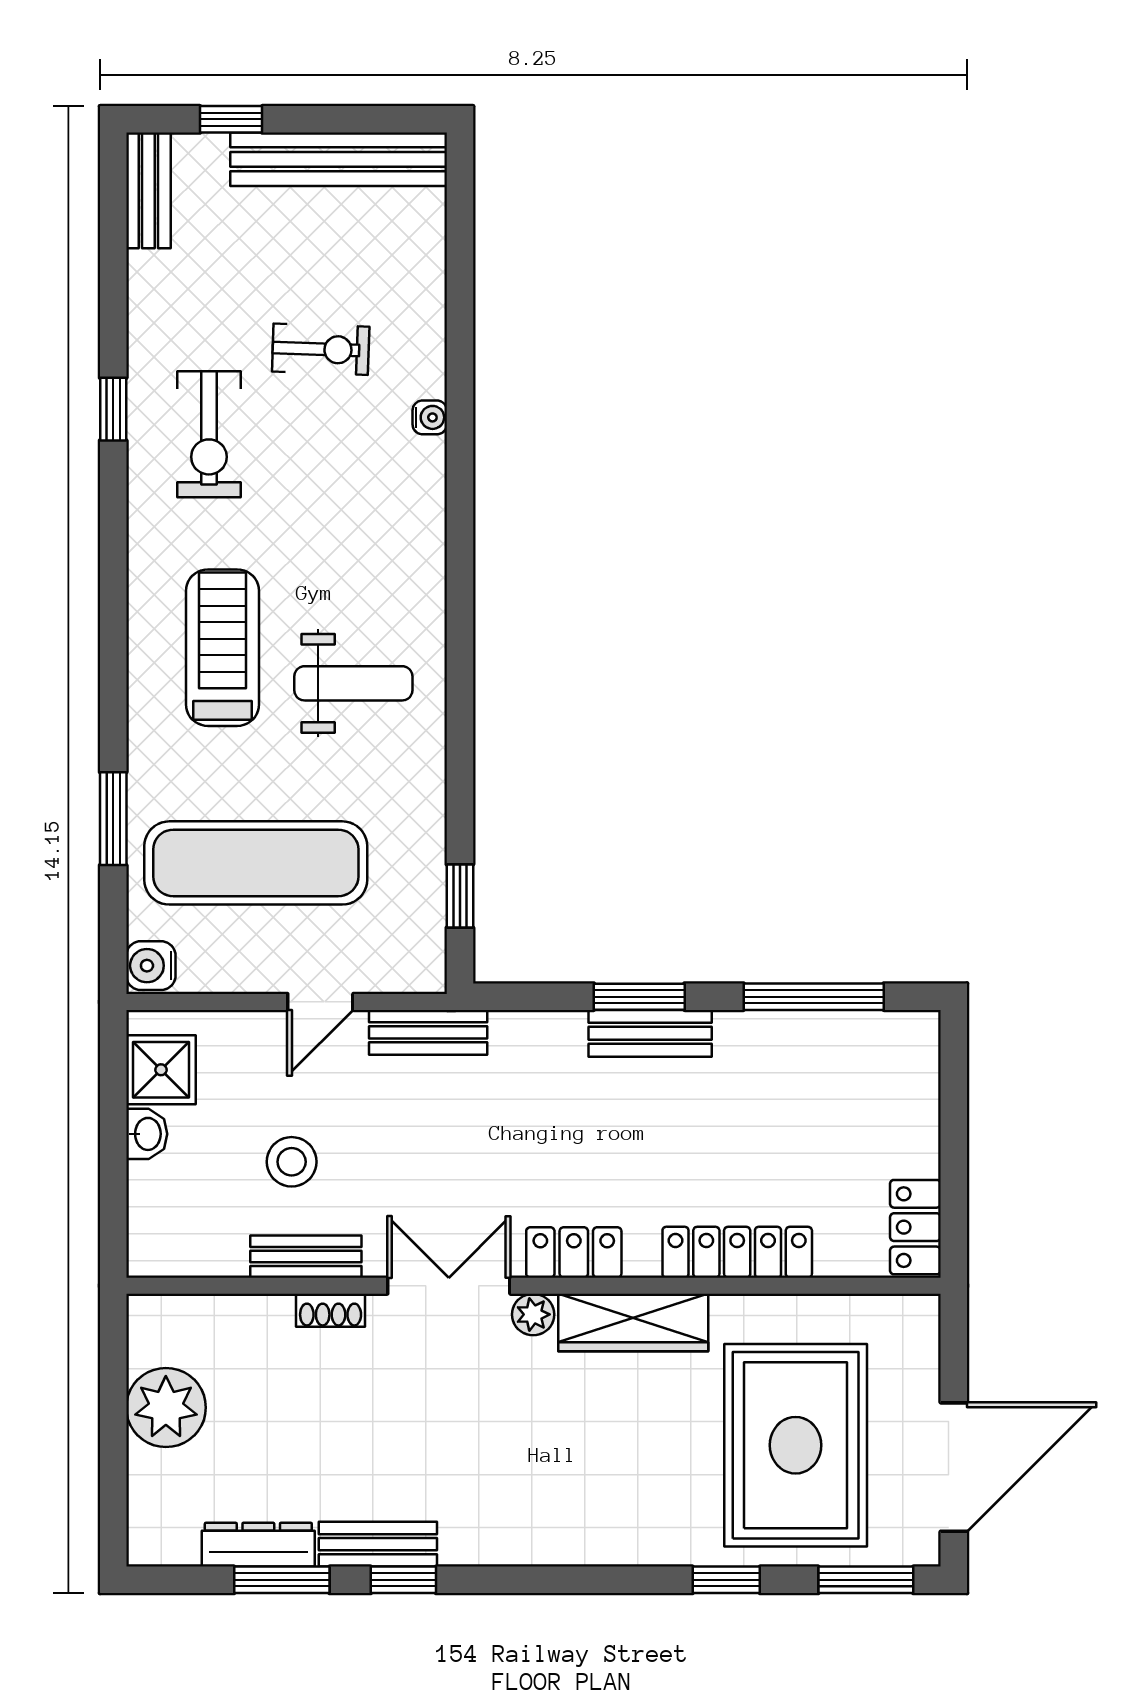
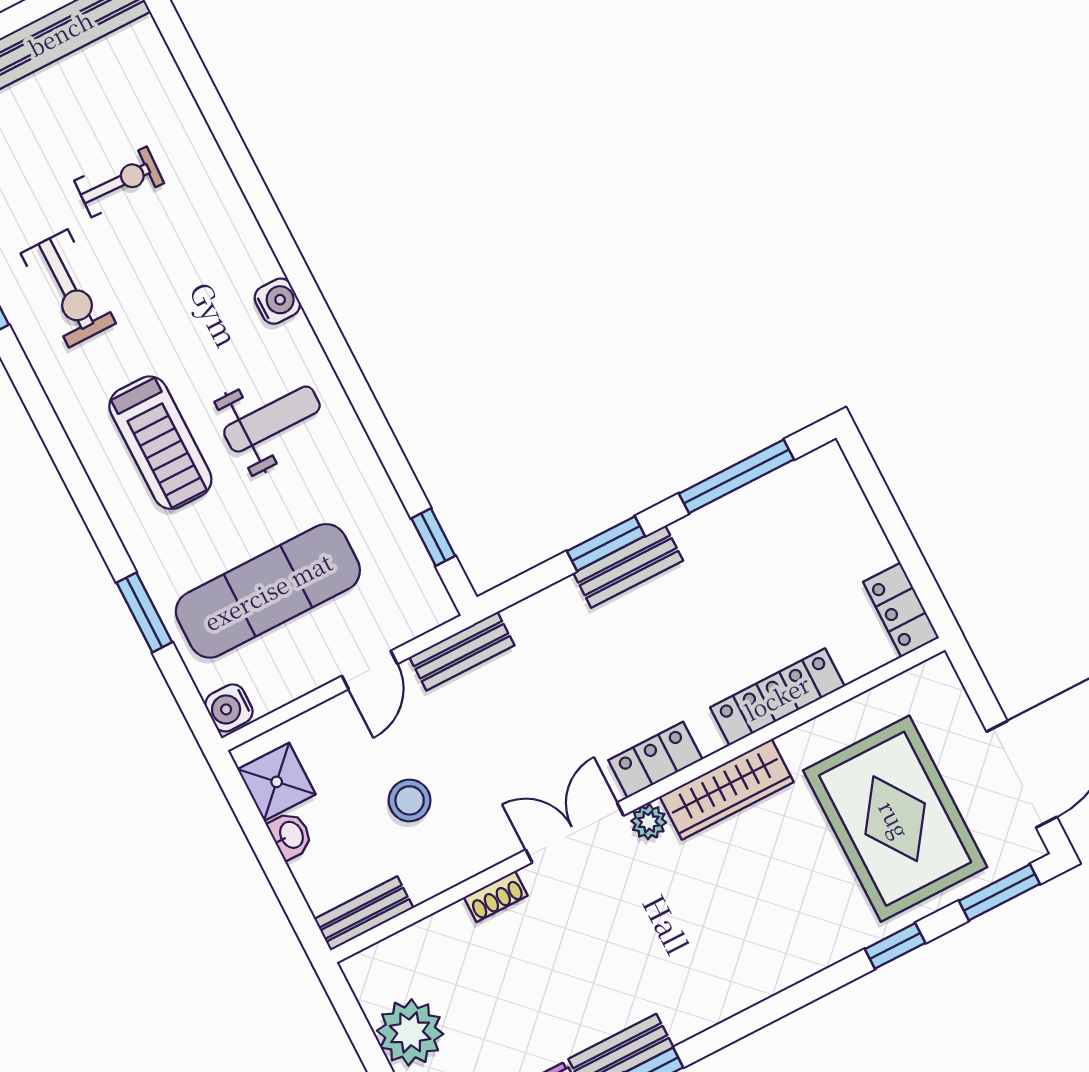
water cooler: (430, 417) -> (277, 301), moved, width x1.38, depth x1.38
treadmill: (223, 648) -> (160, 443), turned 180
bench: (306, 1257) -> (364, 913), moved

